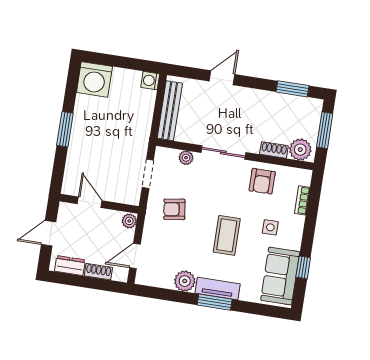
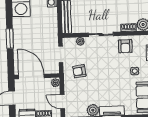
door: (90, 202) -> (31, 76), width x1.87
coffee table: (227, 235) -> (111, 80), removed
door: (135, 256) -> (62, 102), hinge flipped

